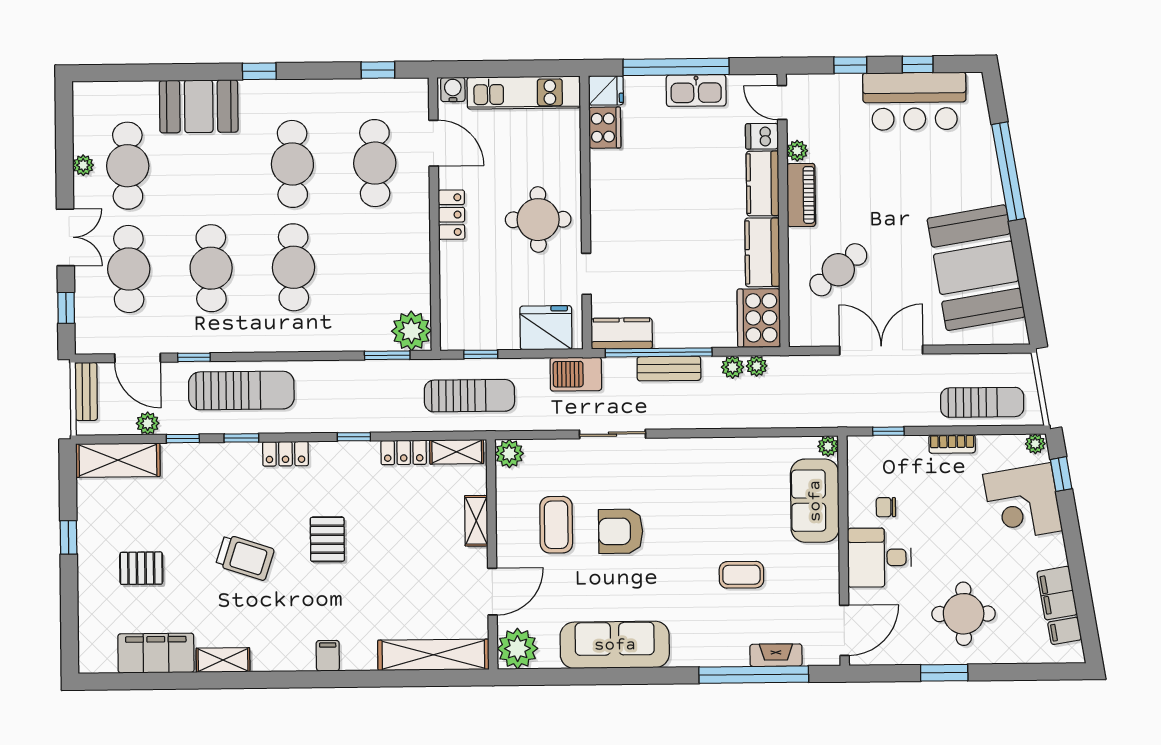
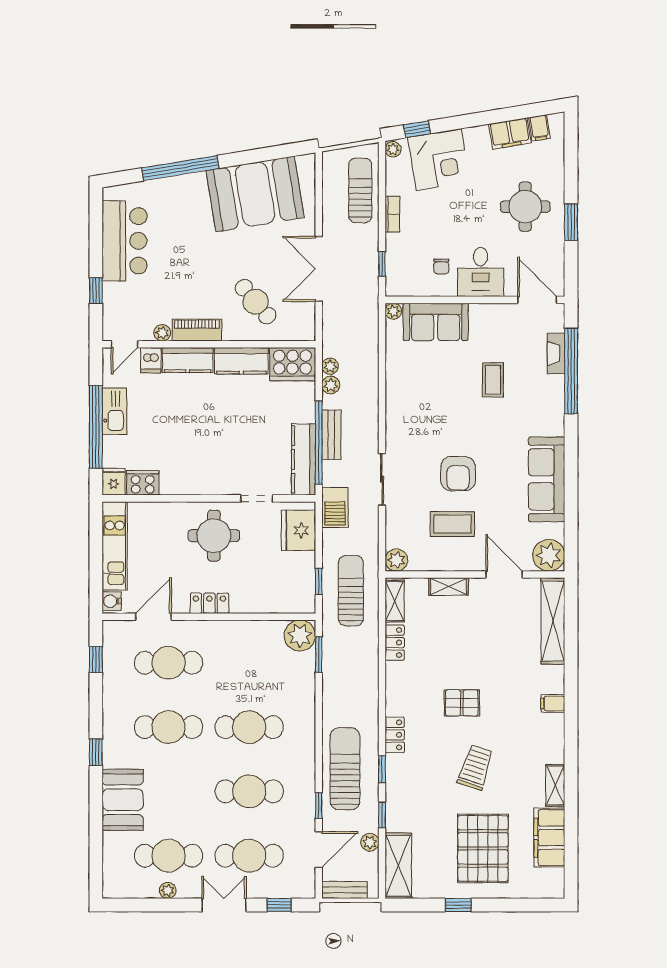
window: (918, 64) -> (96, 238), removed
kitchen counter: (622, 333) -> (304, 459), width x1.50
window: (354, 437) -> (382, 681), removed
pallet: (141, 568) -> (483, 848), width x2.05, depth x2.00

